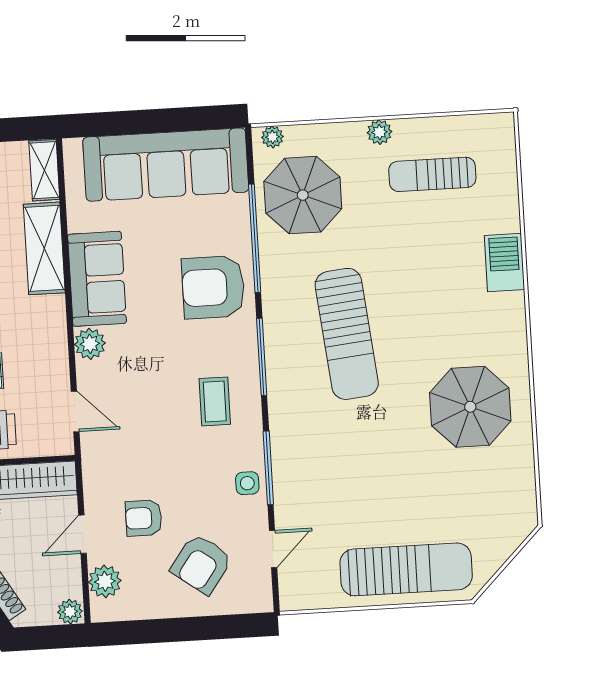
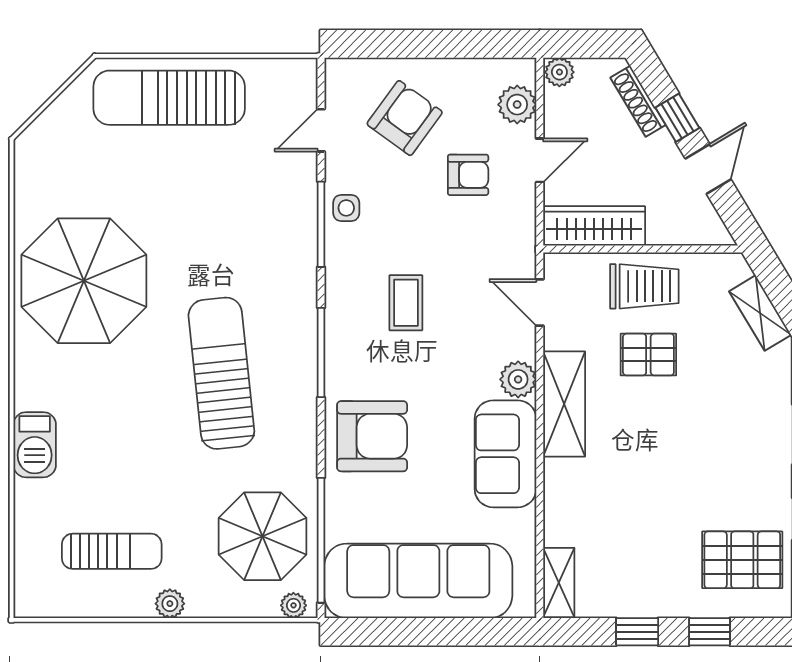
window: (255, 238) -> (321, 540), moved
shelving: (44, 248) -> (564, 404), moved
coffee table: (215, 401) -> (406, 303), moved
parasol: (470, 407) -> (84, 281), width x1.36, depth x1.36

